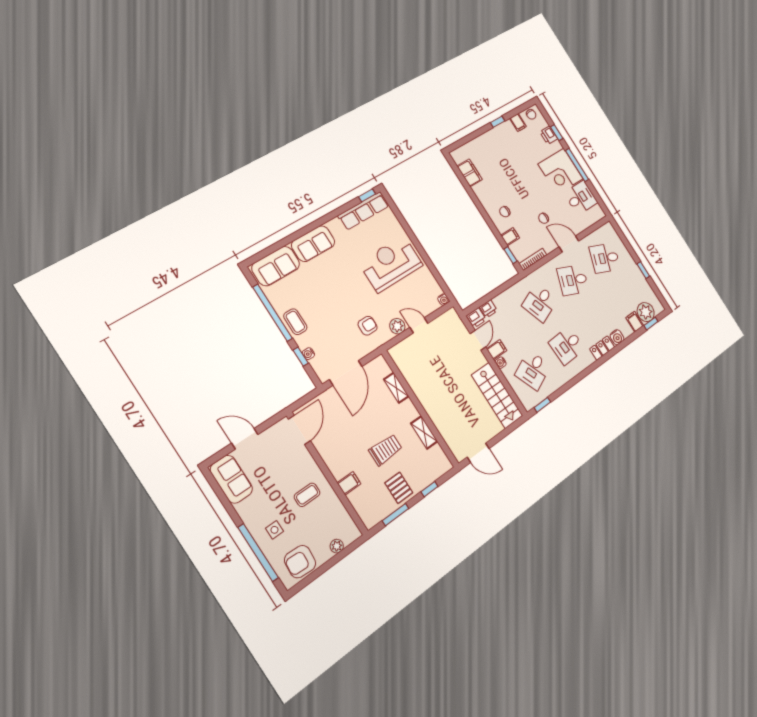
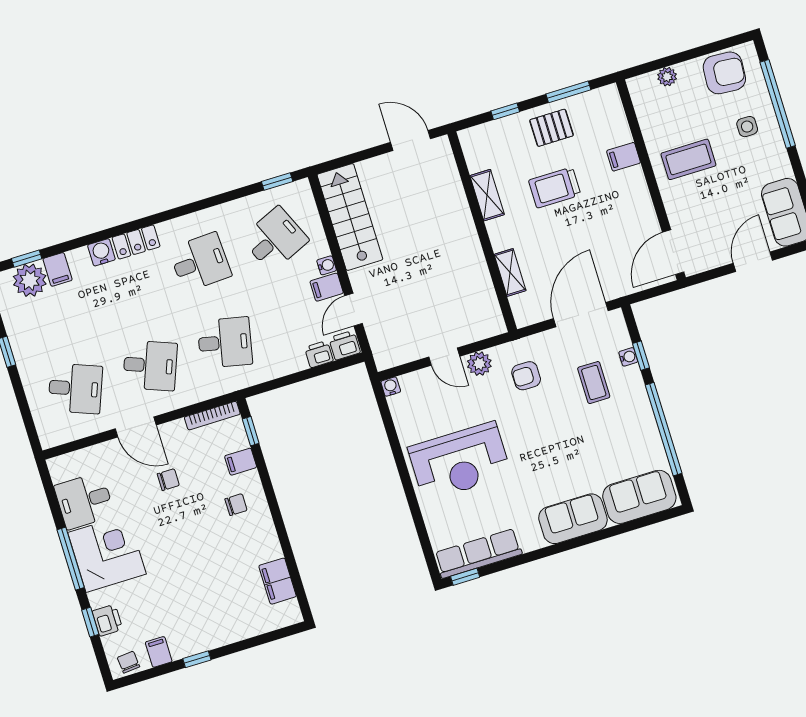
desk: (540, 303) -> (225, 342), turned 33
coffee table: (295, 322) -> (594, 383), moved
door: (245, 439) -> (753, 262), swing flipped
pallet: (399, 488) -> (551, 128), turned 90
coffee table: (307, 495) -> (688, 159), width x1.36, depth x1.30

